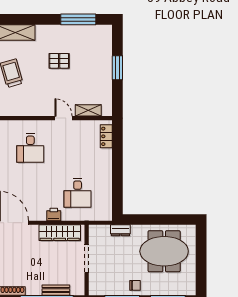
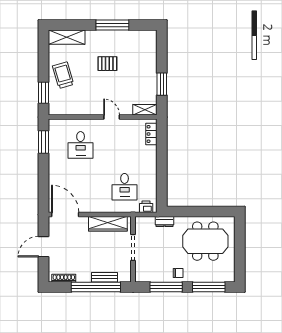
window: (78, 19) -> (112, 25), moved
window: (117, 68) -> (162, 84), moved
shelving: (88, 110) -> (145, 110), moved
printer: (54, 214) -> (146, 207), moved

